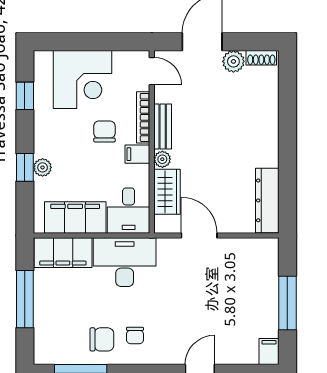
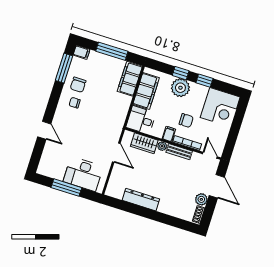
door: (152, 71) -> (210, 155), swing flipped
corner desk: (82, 80) -> (220, 107), moved, turned -90
window: (25, 96) -> (204, 81), moved
plant: (43, 167) -> (180, 88), width x1.87, depth x1.87
dresser: (267, 200) -> (141, 200), moved
door: (199, 235) -> (116, 153), hinge flipped
desk: (125, 262) -> (83, 174), moved, turned 90
filing cabinet: (269, 351) -> (81, 52), moved

